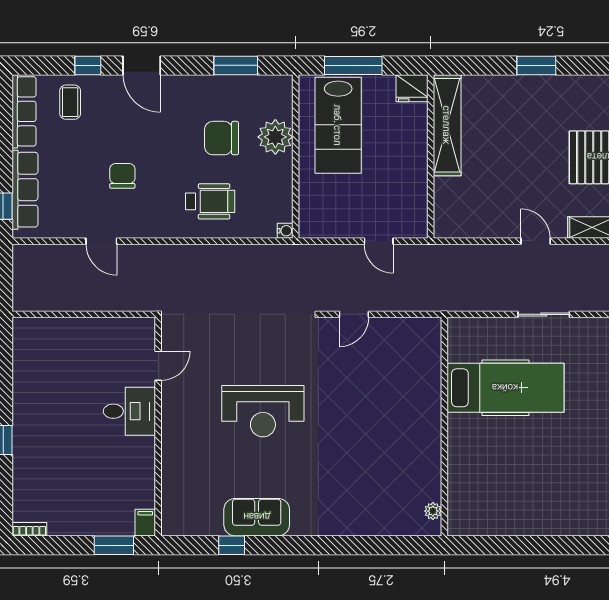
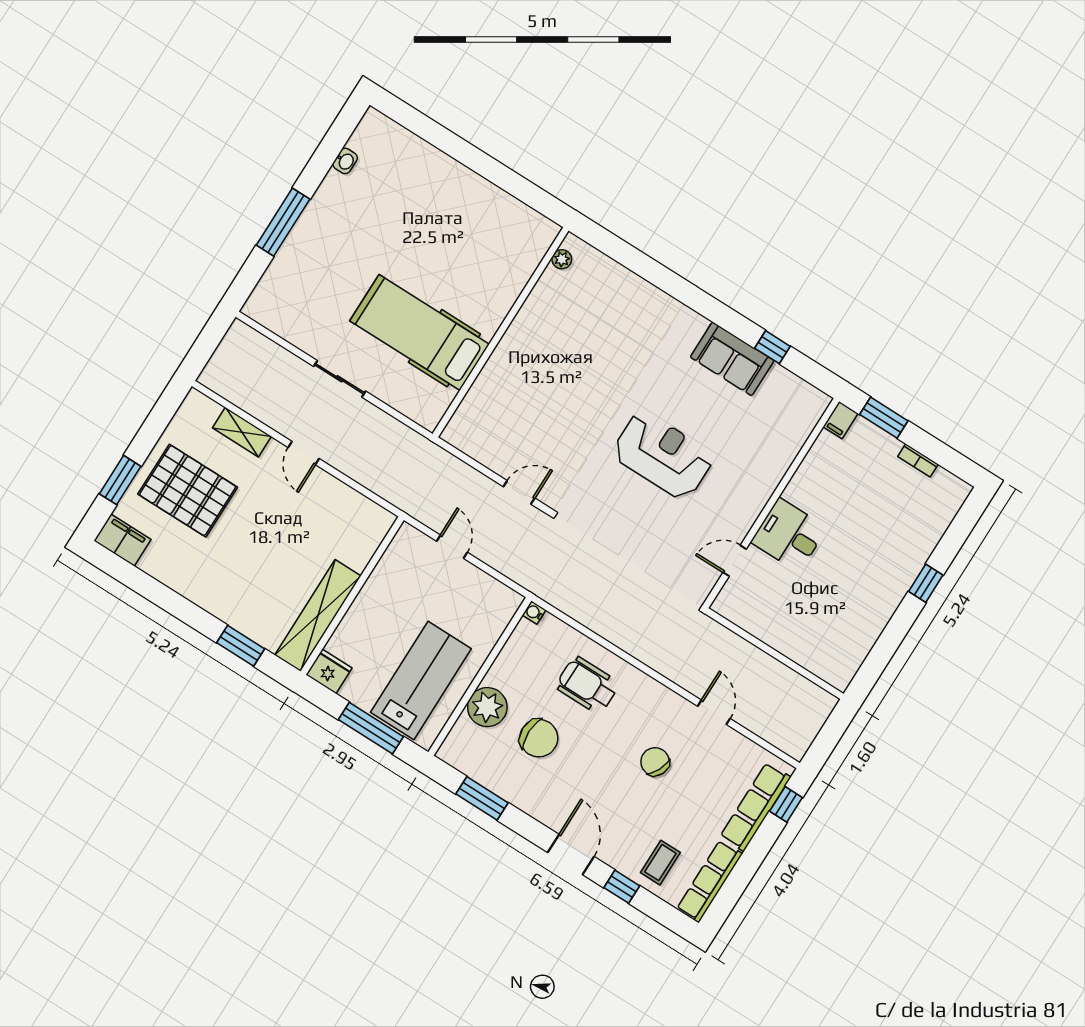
window: (536, 65) -> (241, 646), moved
chair: (122, 176) -> (655, 762), turned 115
bookcase: (29, 529) -> (918, 460), moved

